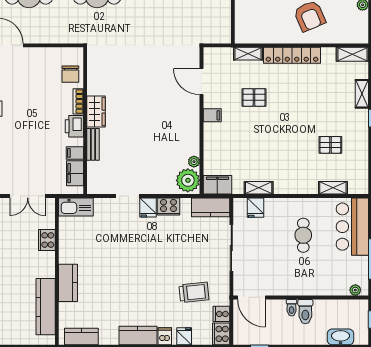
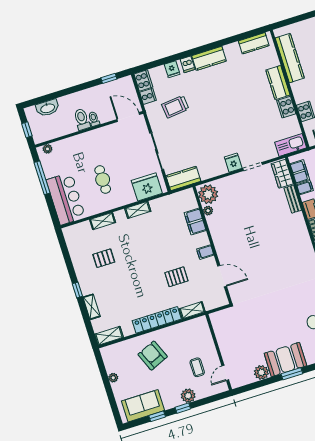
wardrobe: (96, 112) -> (282, 174), moved
filing cabinet: (217, 185) -> (195, 222), moved, turned 90
shelving: (259, 188) -> (138, 210), moved
shelving: (333, 188) -> (103, 221), moved
cooker: (168, 206) -> (286, 107), moved, turned -90
fridge: (256, 208) -> (147, 187), width x1.88, depth x1.34

